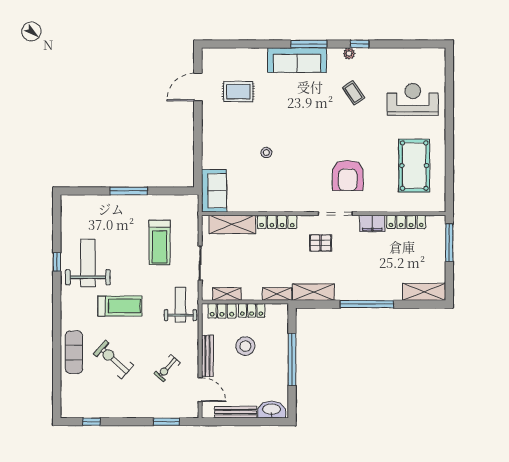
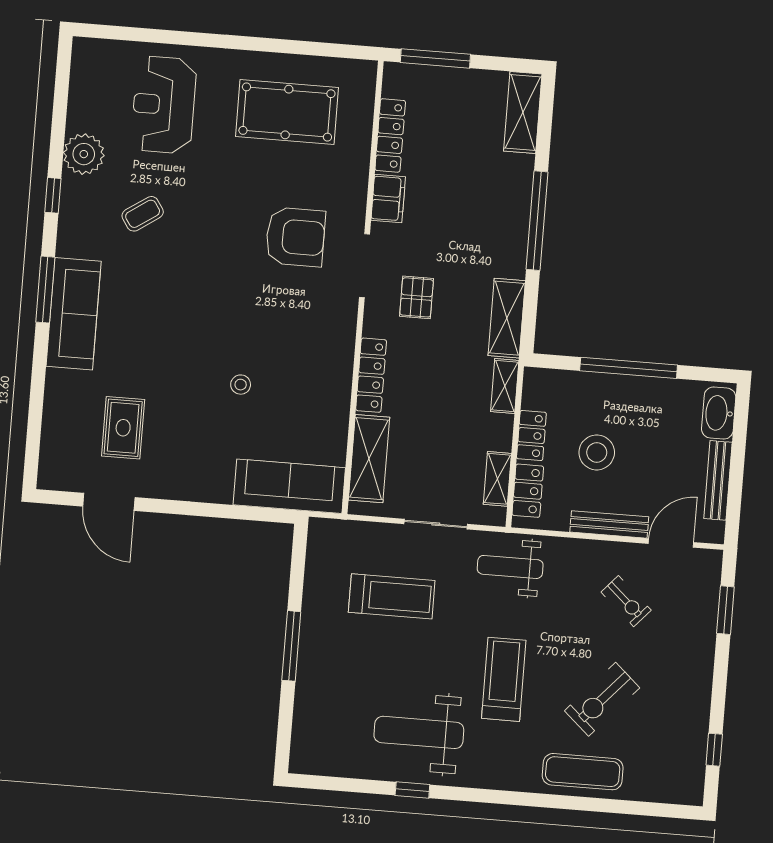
plant: (349, 54) -> (84, 154), moved, width x1.88, depth x1.88
sofa: (214, 191) -> (289, 486), width x1.36

